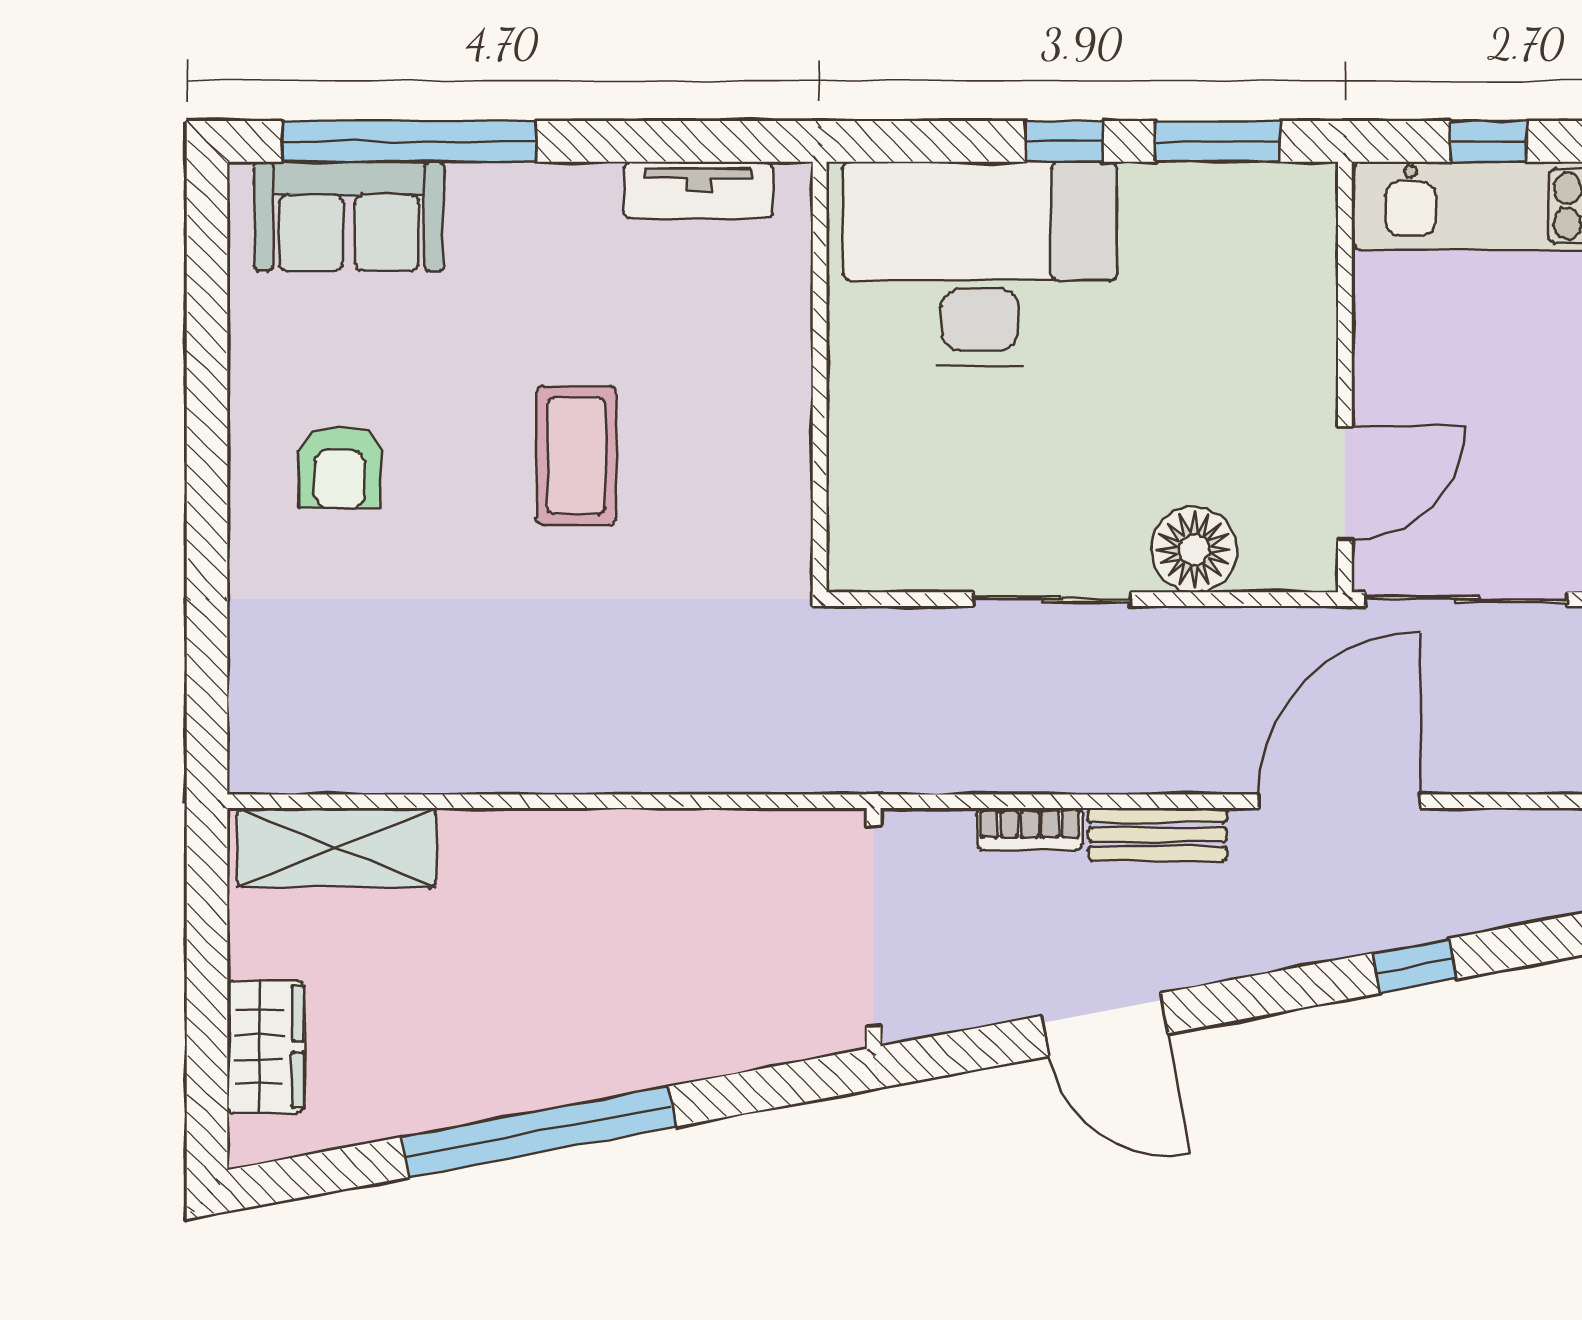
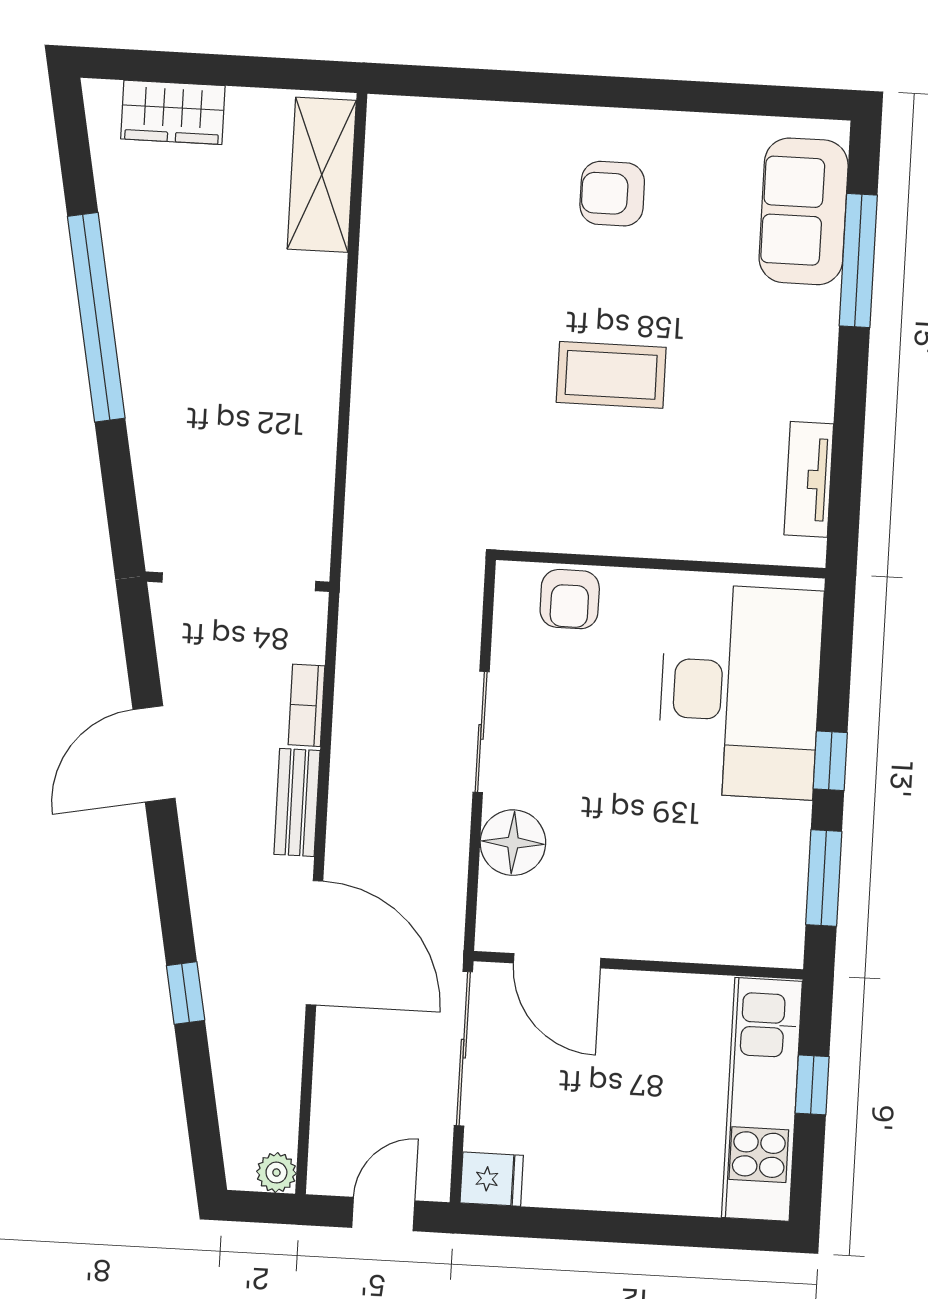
window: (409, 141) -> (858, 261), width x0.68
armchair: (872, 493) -> (570, 599), added

